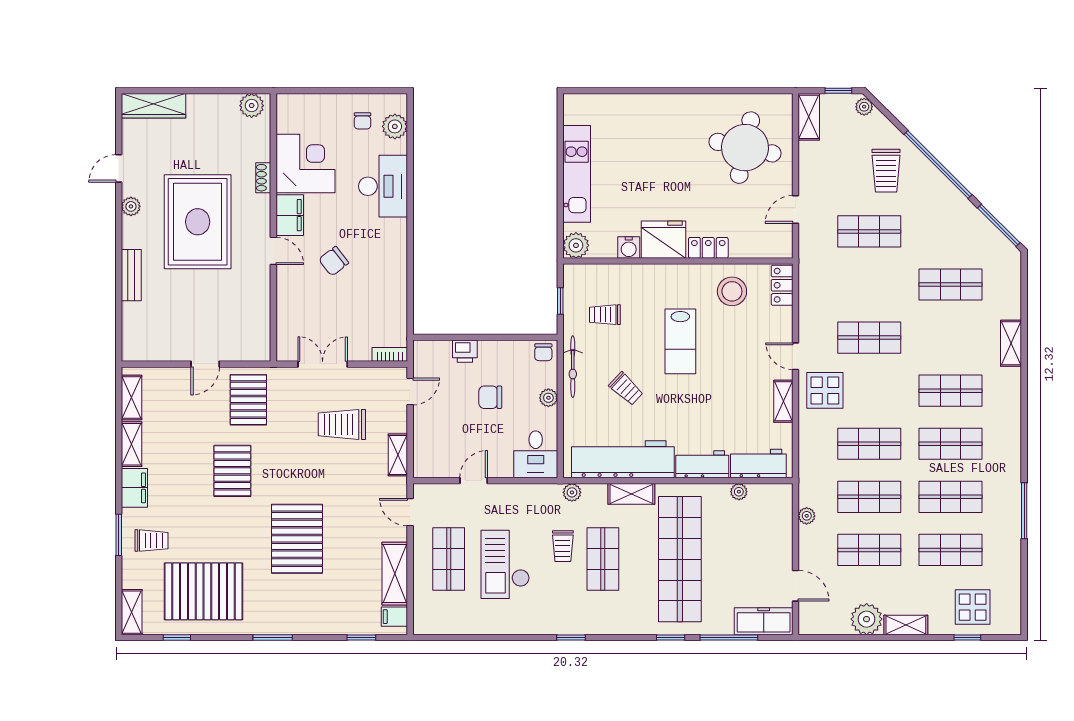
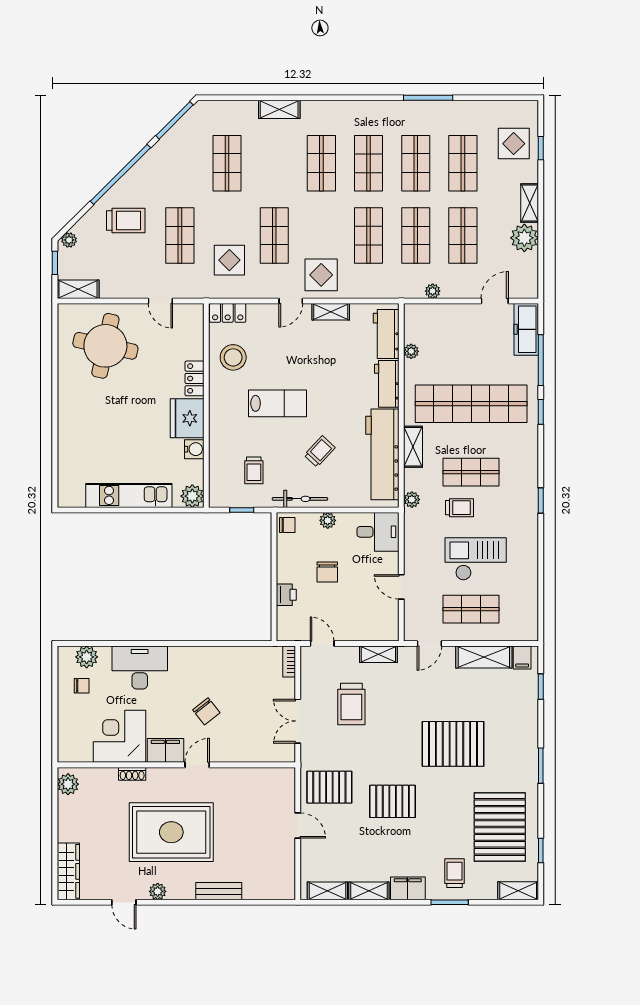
display table: (842, 287) -> (229, 260), added
checkout: (505, 564) -> (476, 559), turned 180

